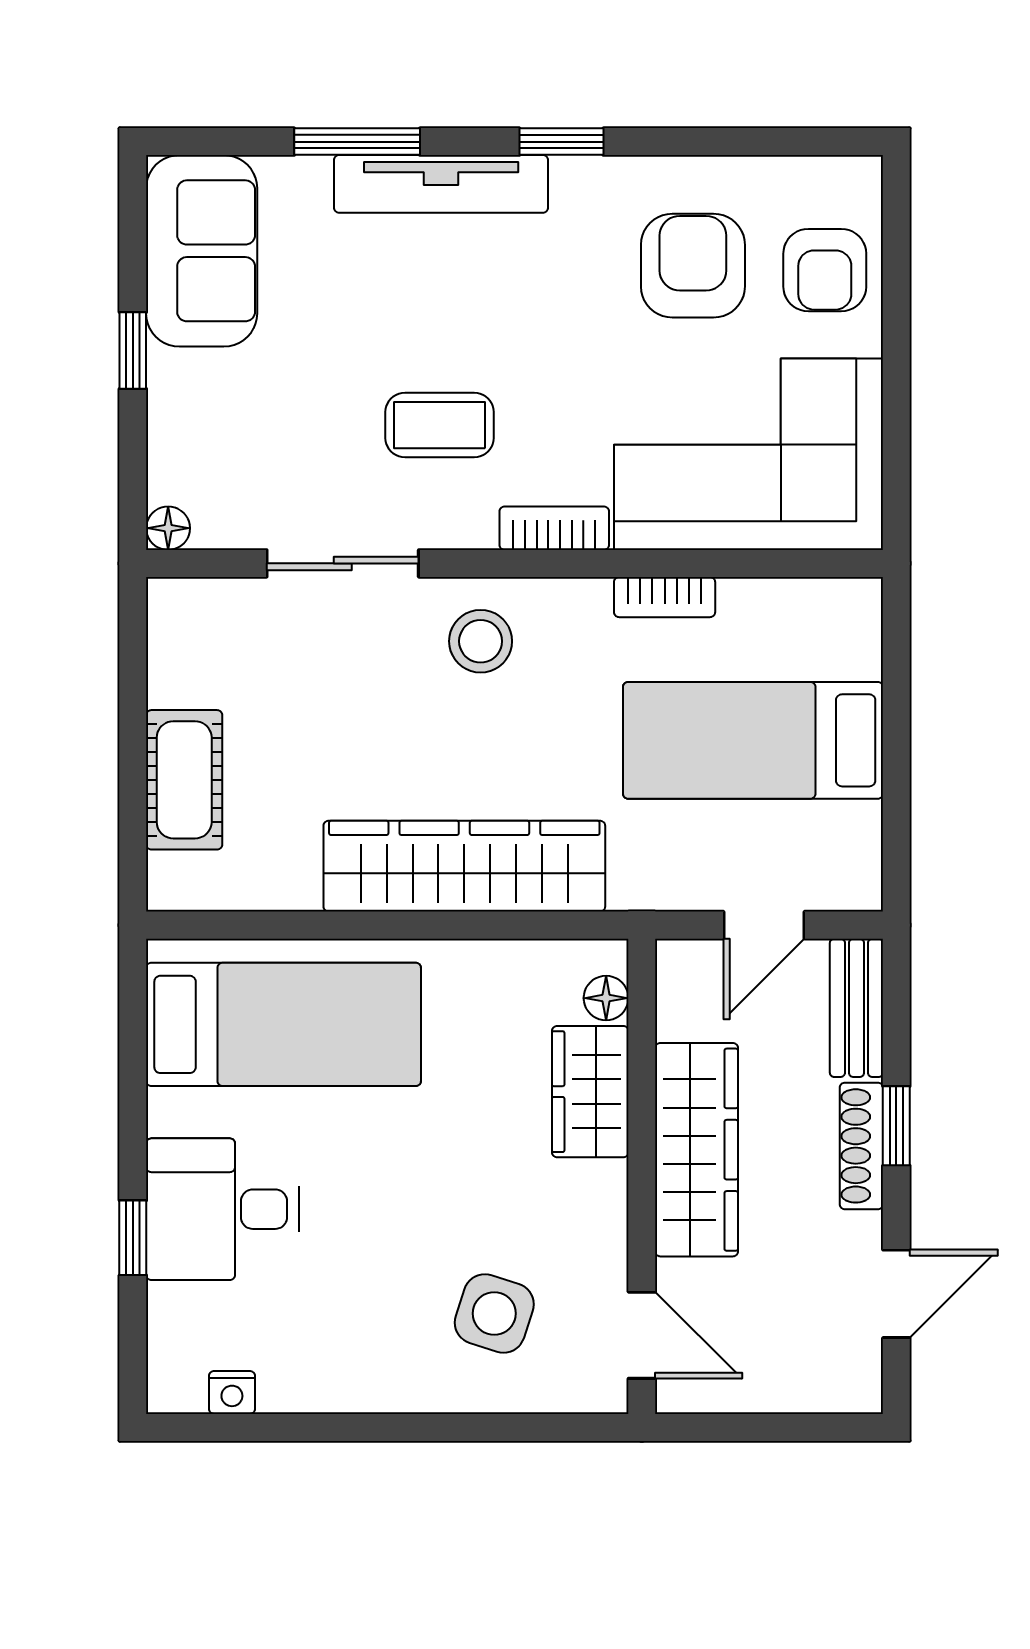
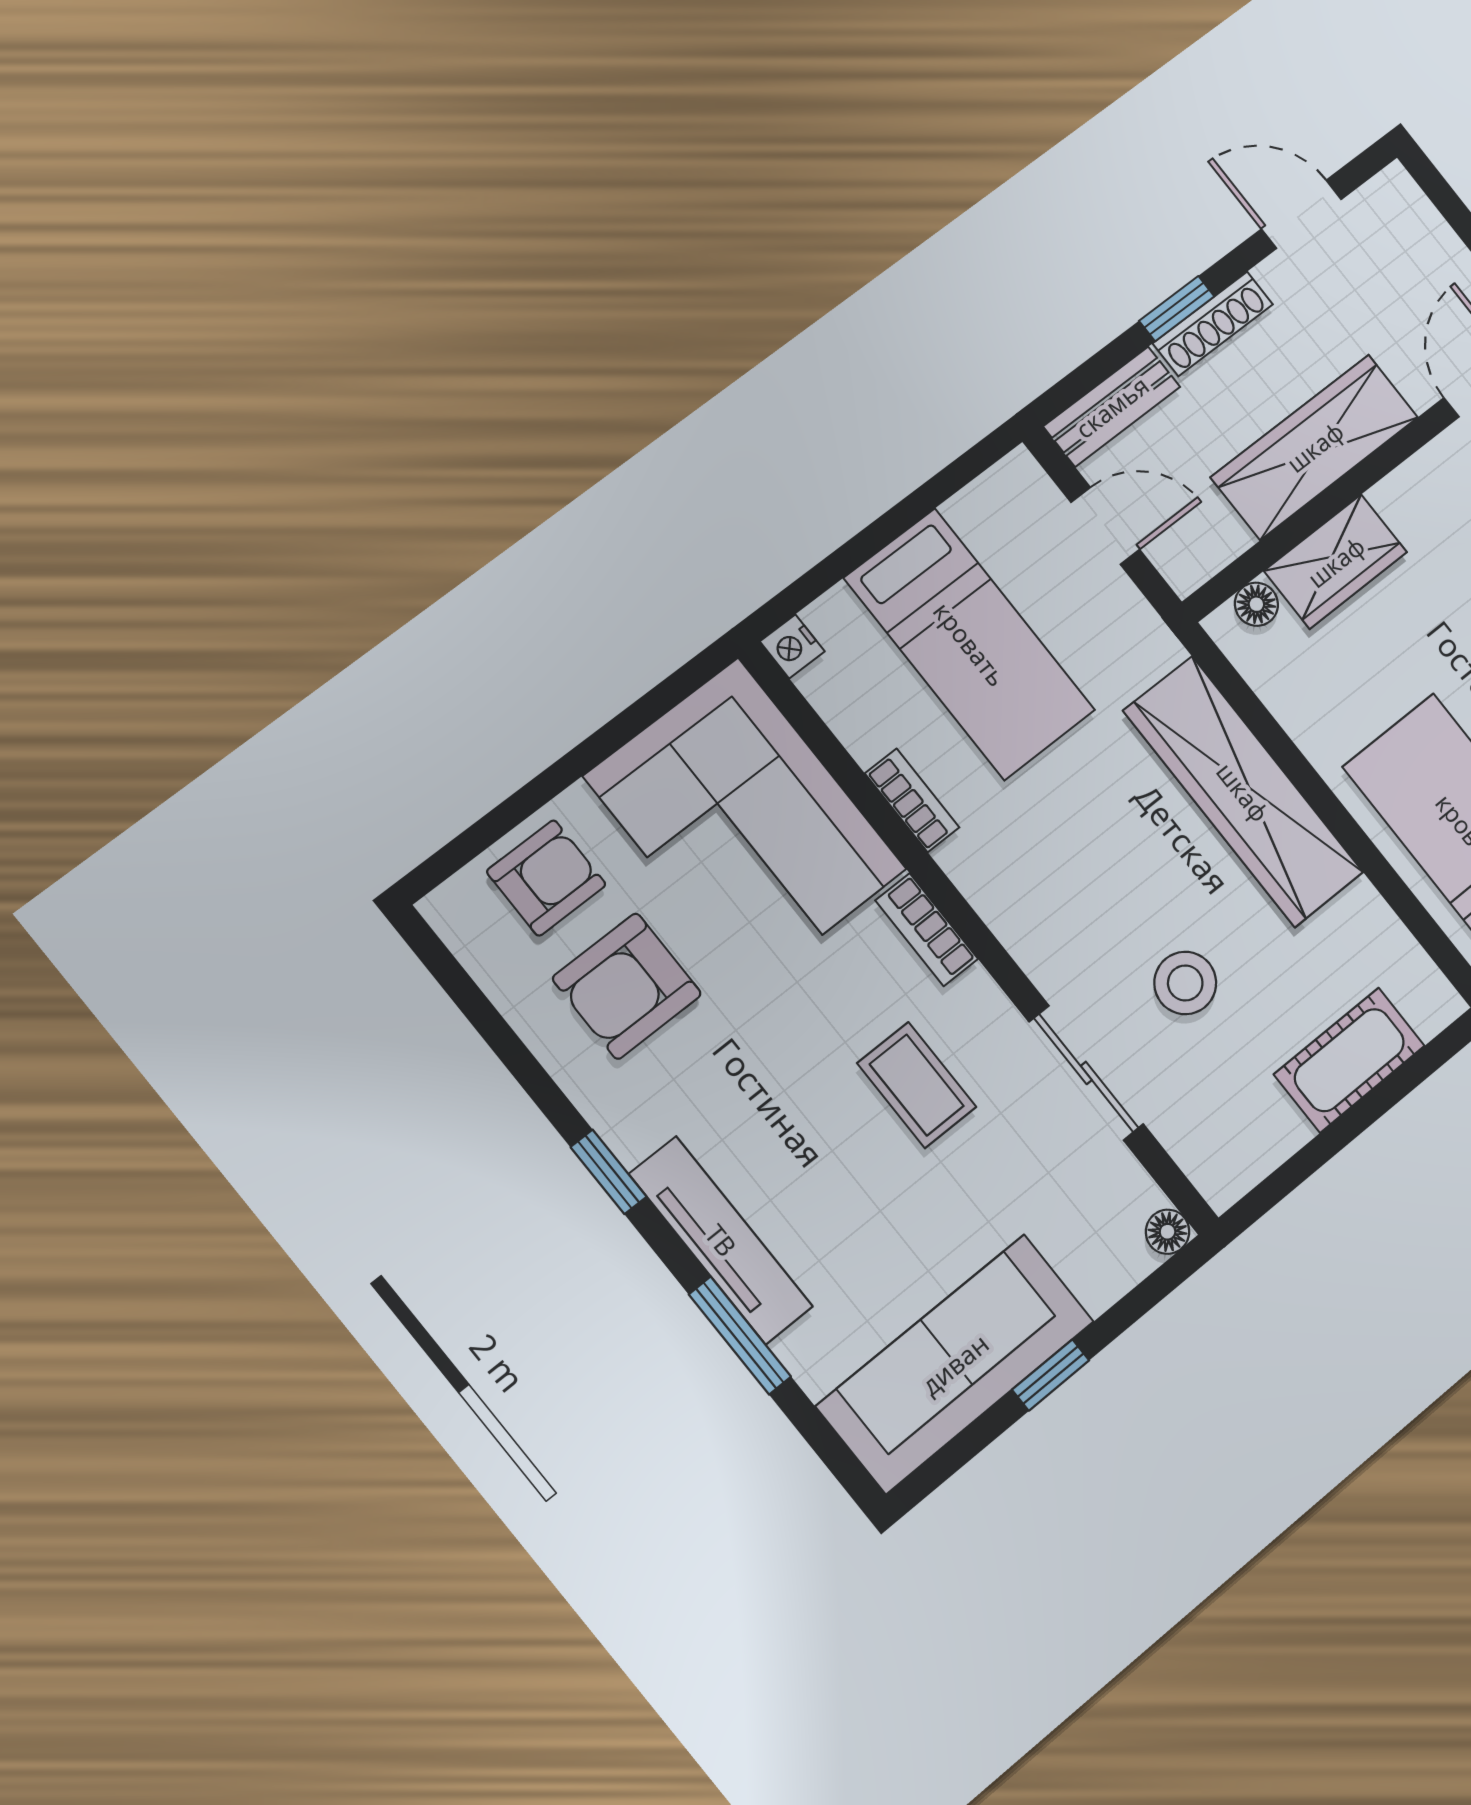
sofa: (202, 251) -> (955, 1364), width x1.36
nightstand: (859, 599) -> (792, 646), added
stool: (481, 641) -> (1185, 983), moved

